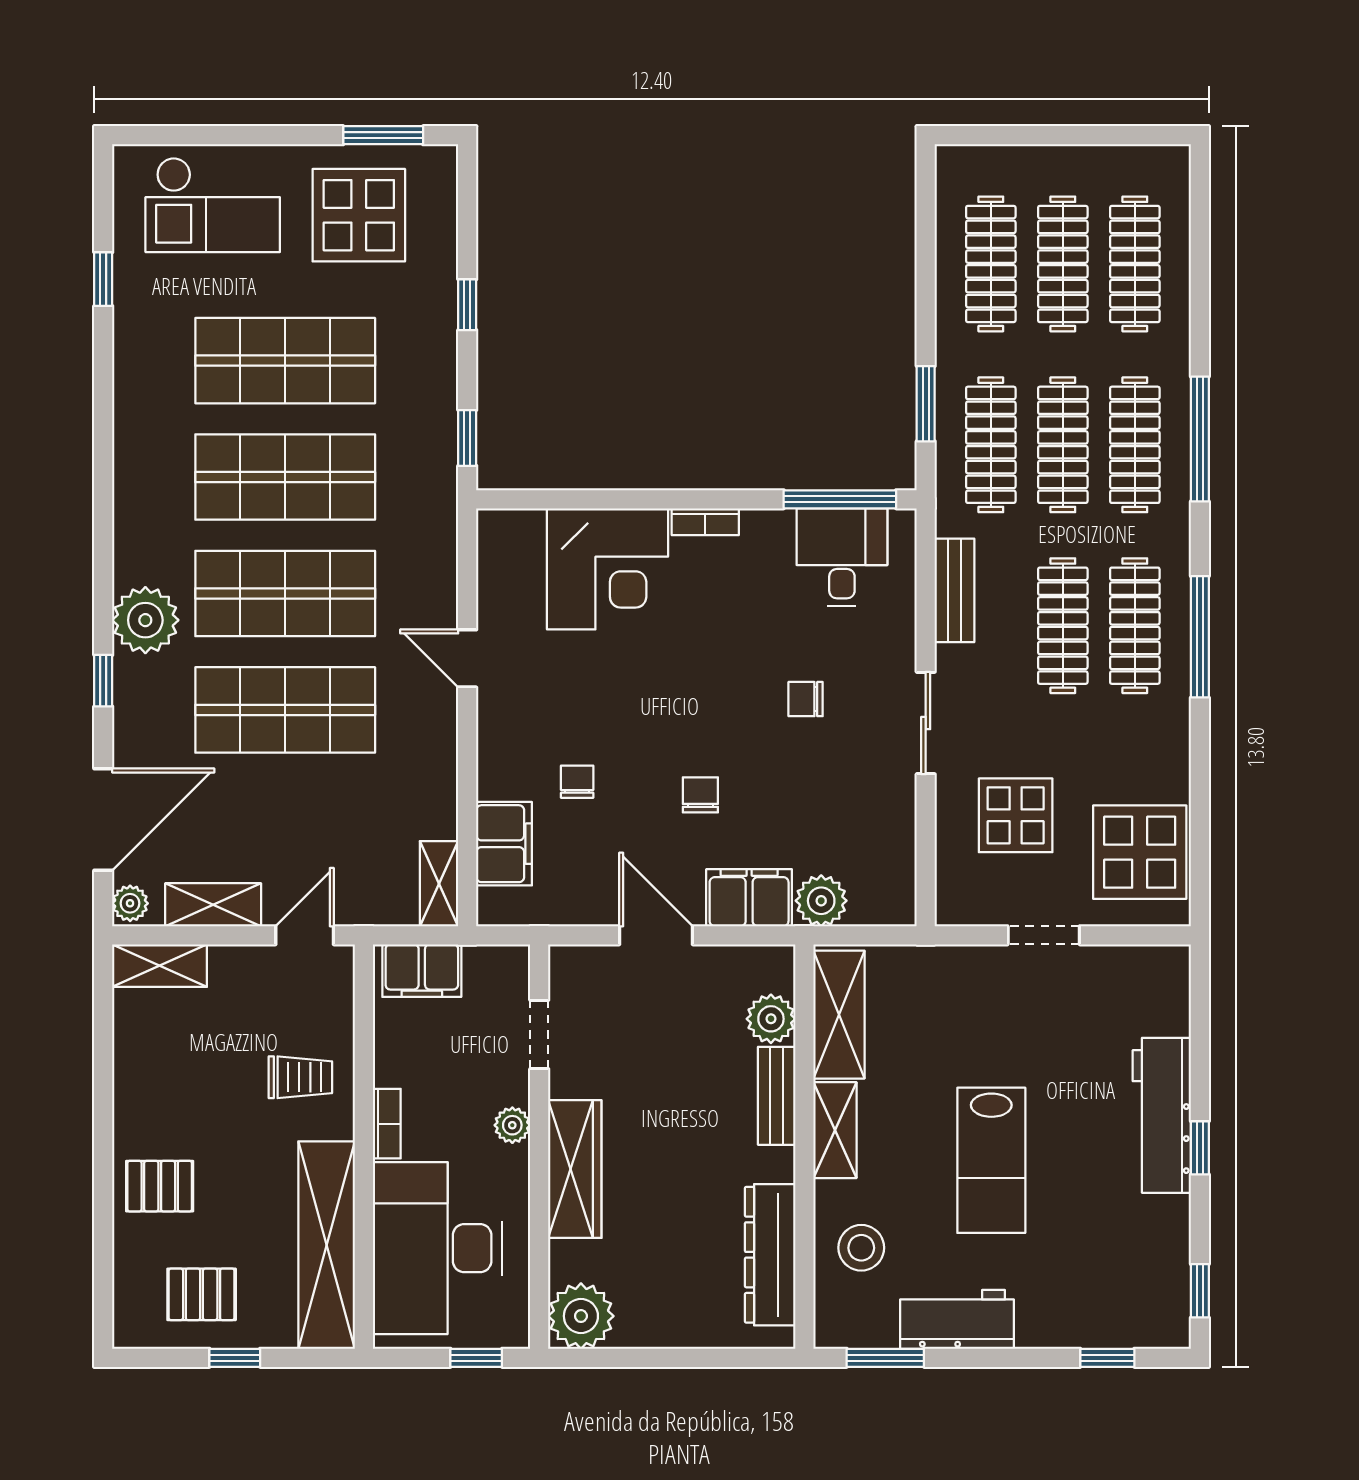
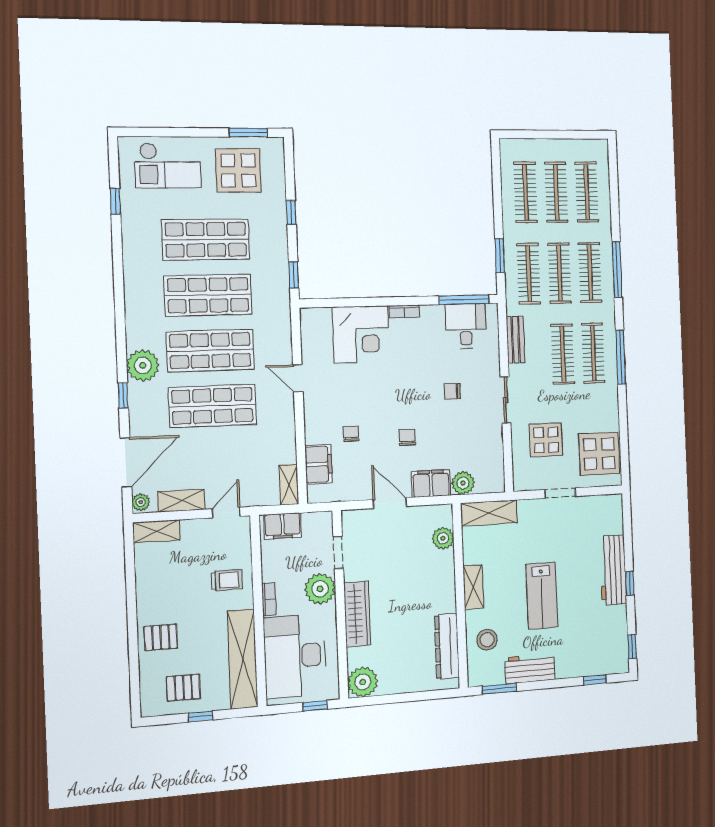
shelving: (839, 1015) -> (489, 513), moved, turned 90
bench: (777, 1096) -> (447, 573), removed
plant: (512, 1125) -> (320, 589), width x1.88, depth x1.88

